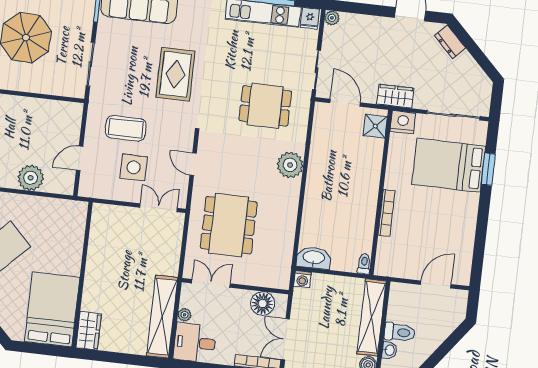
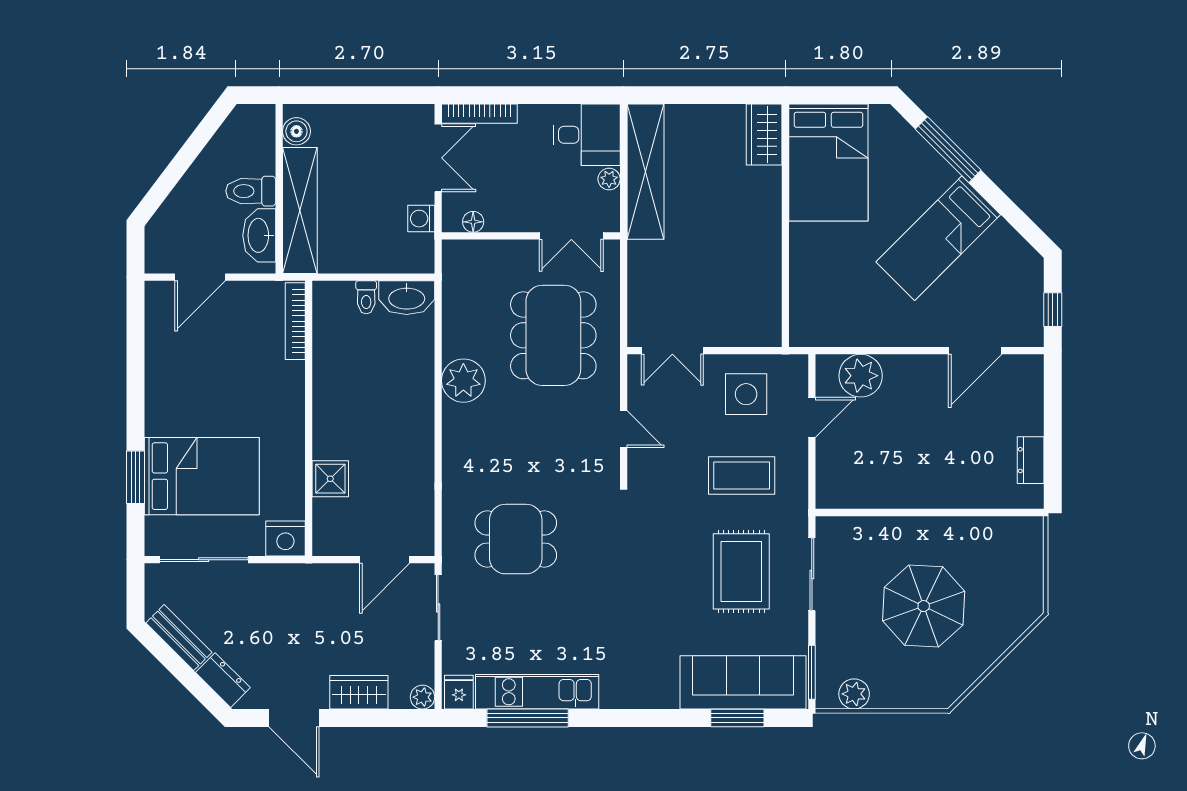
bench: (473, 70) -> (179, 638), added
rug: (175, 74) -> (741, 571), moved
wardrobe: (395, 96) -> (359, 692), moved, turned 180
door: (345, 103) -> (385, 560), hinge flipped
shower: (375, 126) -> (330, 479), moved
plant: (290, 165) -> (463, 381), moved
side table: (134, 167) -> (746, 394), moved
plant: (31, 178) -> (861, 376), moved
bookcase: (386, 213) -> (295, 321), moved
toilet: (364, 264) -> (366, 297), moved
washing machine: (302, 279) -> (421, 219), moved, turned -90
floor lamp: (263, 303) -> (473, 222), width x0.53, depth x0.53
washbasin: (389, 350) -> (259, 235), moved, width x1.91, depth x1.45

